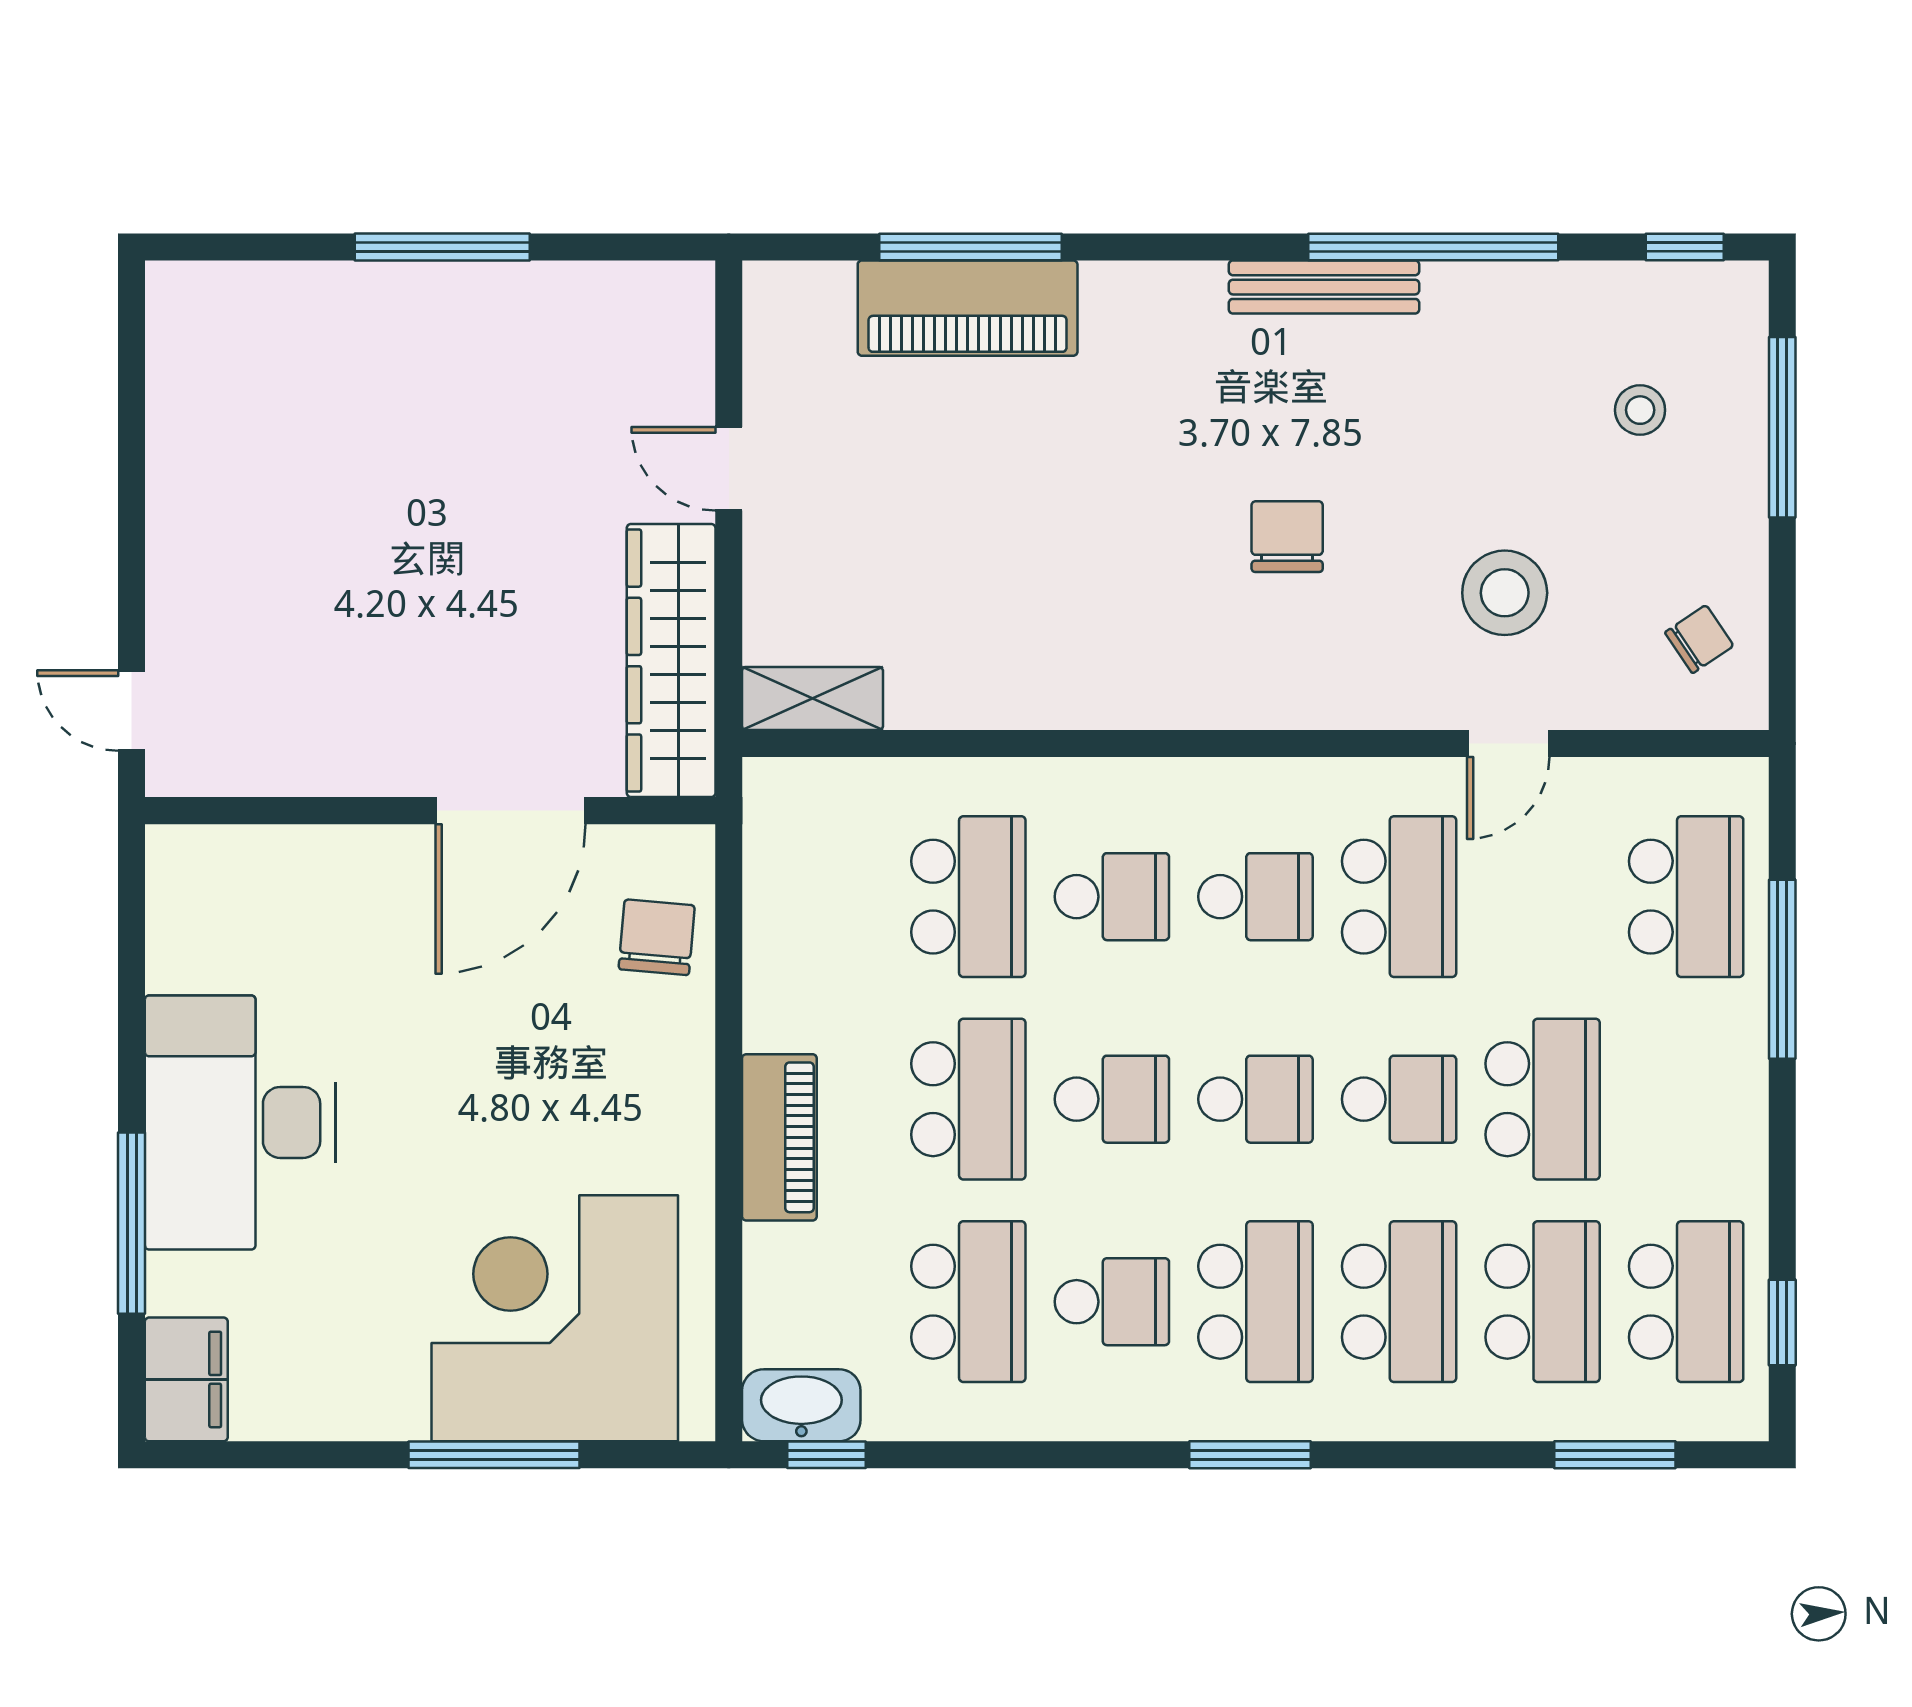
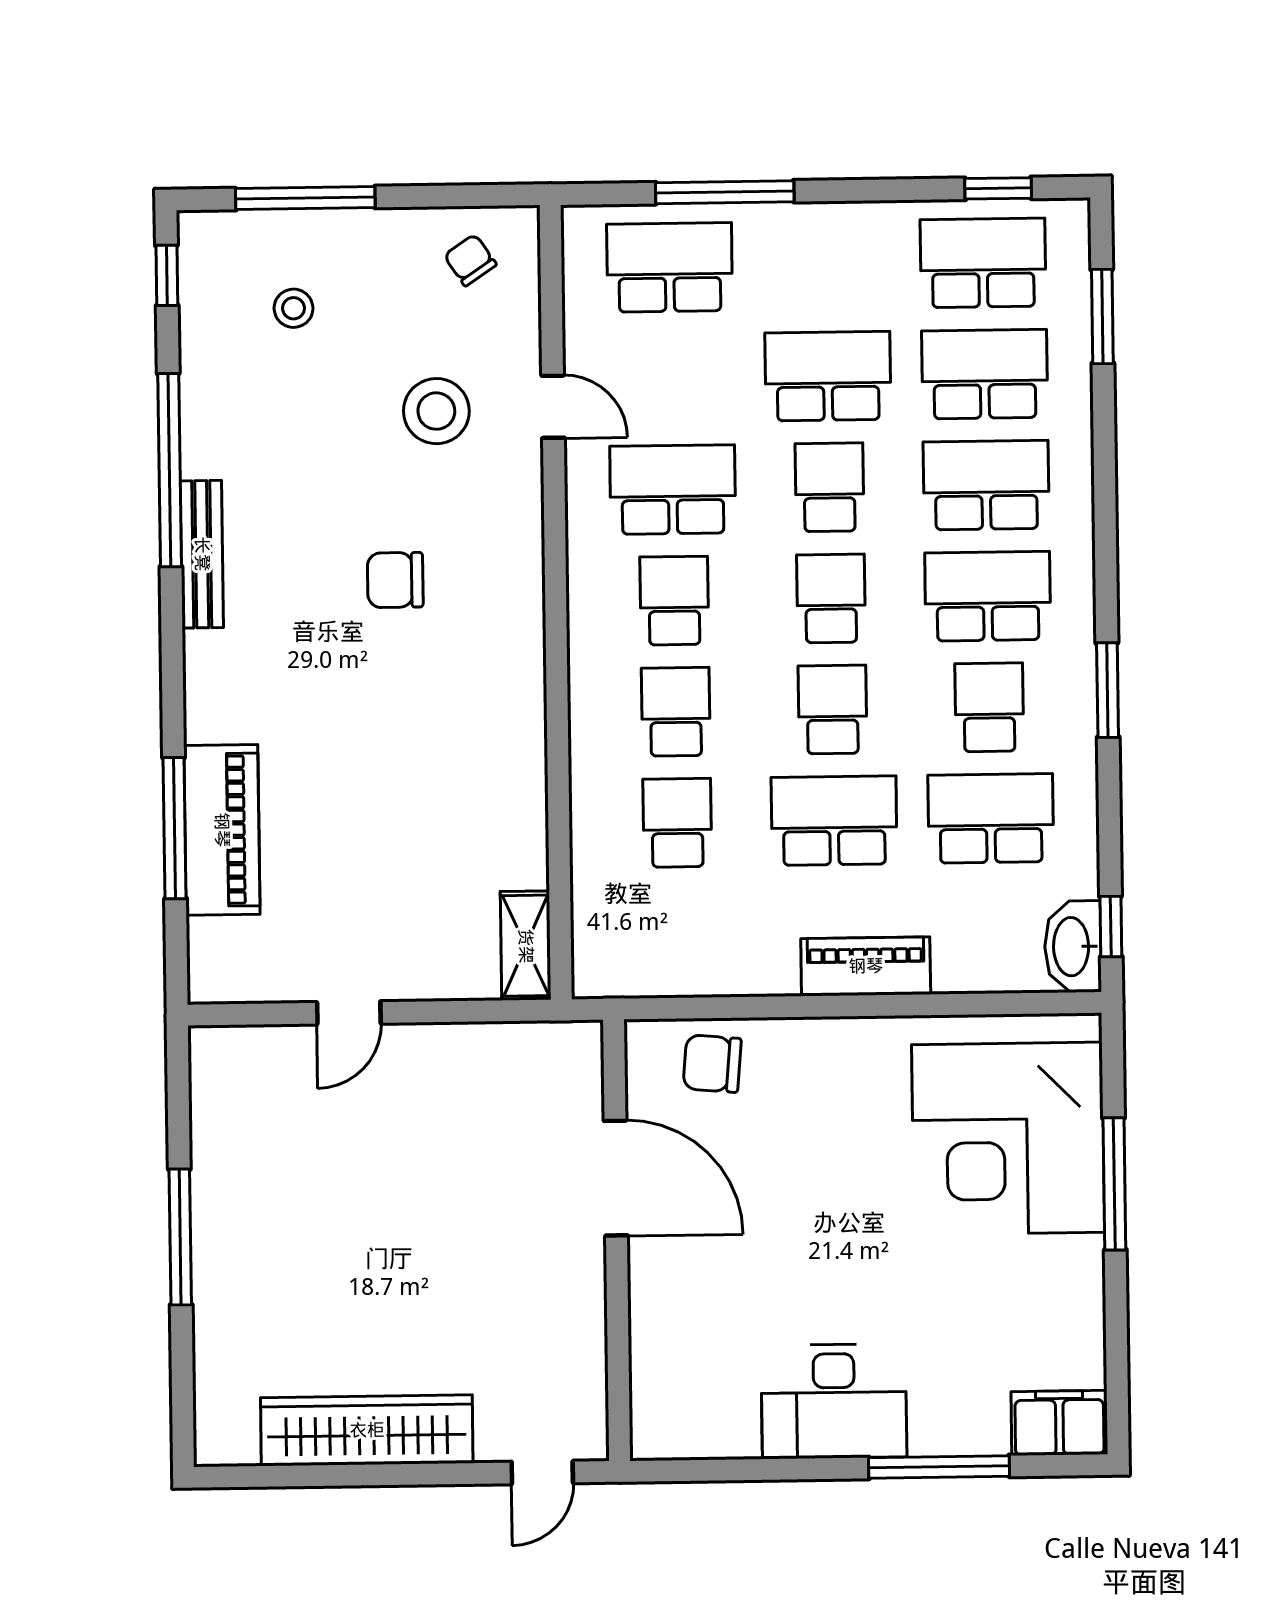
wardrobe: (671, 661) -> (367, 1430), moved, turned 180
school desk: (968, 897) -> (677, 823), width x0.54
desk: (240, 1122) -> (834, 1401), width x0.73, depth x0.77
window: (1250, 1455) -> (1108, 690), moved

